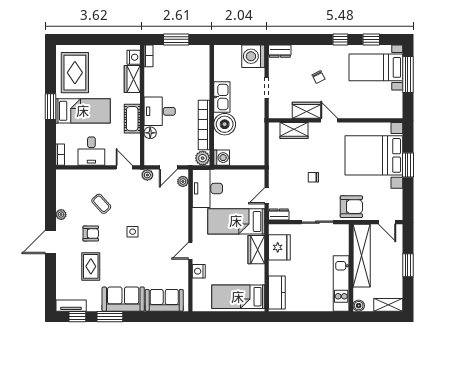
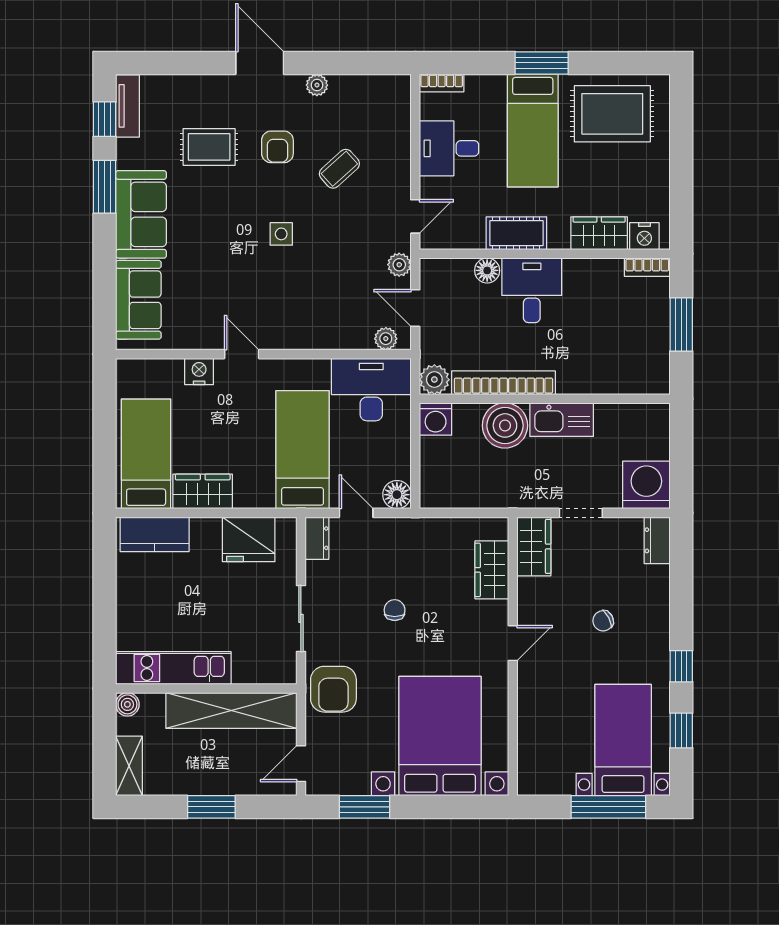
wardrobe: (306, 110) -> (534, 546), moved
window: (408, 165) -> (364, 807), moved
floor lamp: (258, 176) -> (397, 495), added
wardrobe: (256, 250) -> (203, 491), moved

